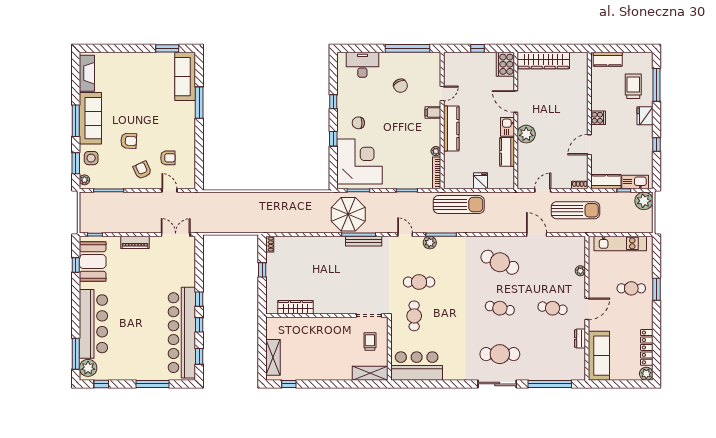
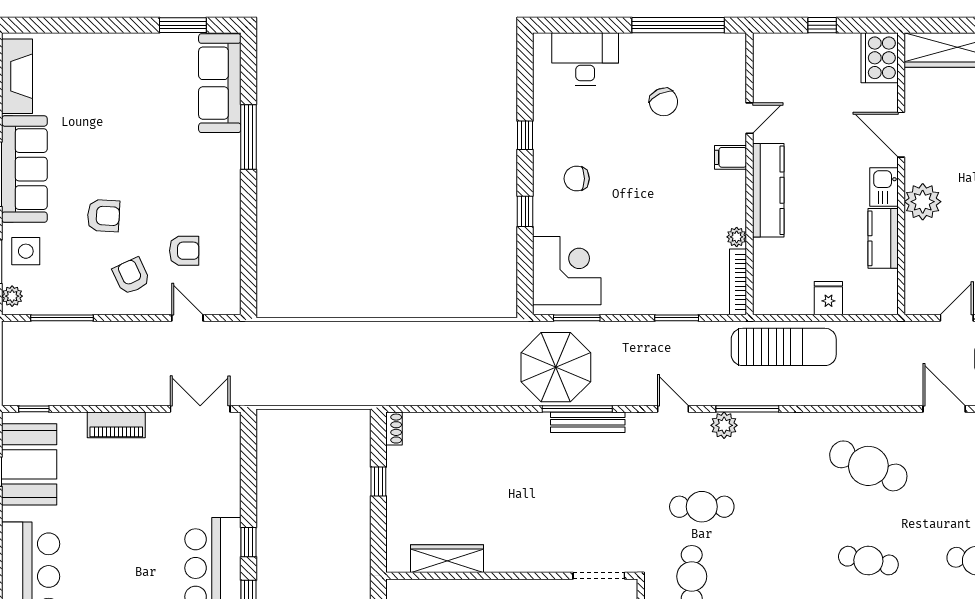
corner desk: (360, 162) -> (567, 271), width x0.74, depth x0.74

